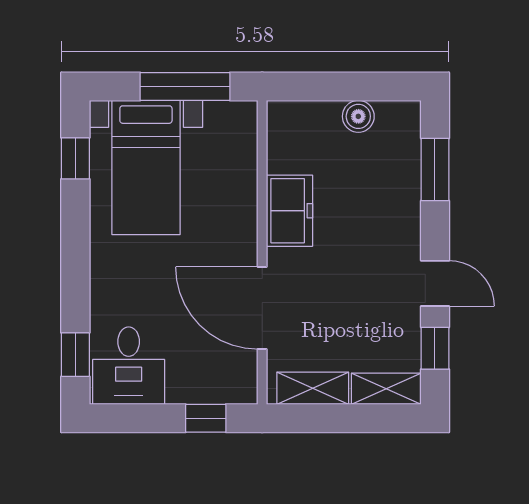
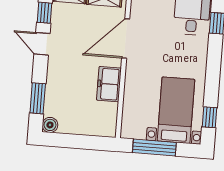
boiler: (358, 116) -> (50, 125), moved
door: (262, 308) -> (126, 39), swing flipped

